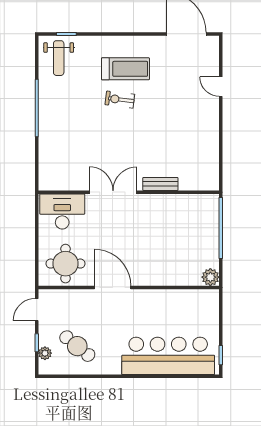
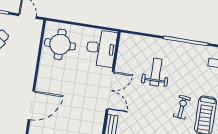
weight bench: (81, 139) -> (156, 72), added
door: (113, 288) -> (31, 105), moved

